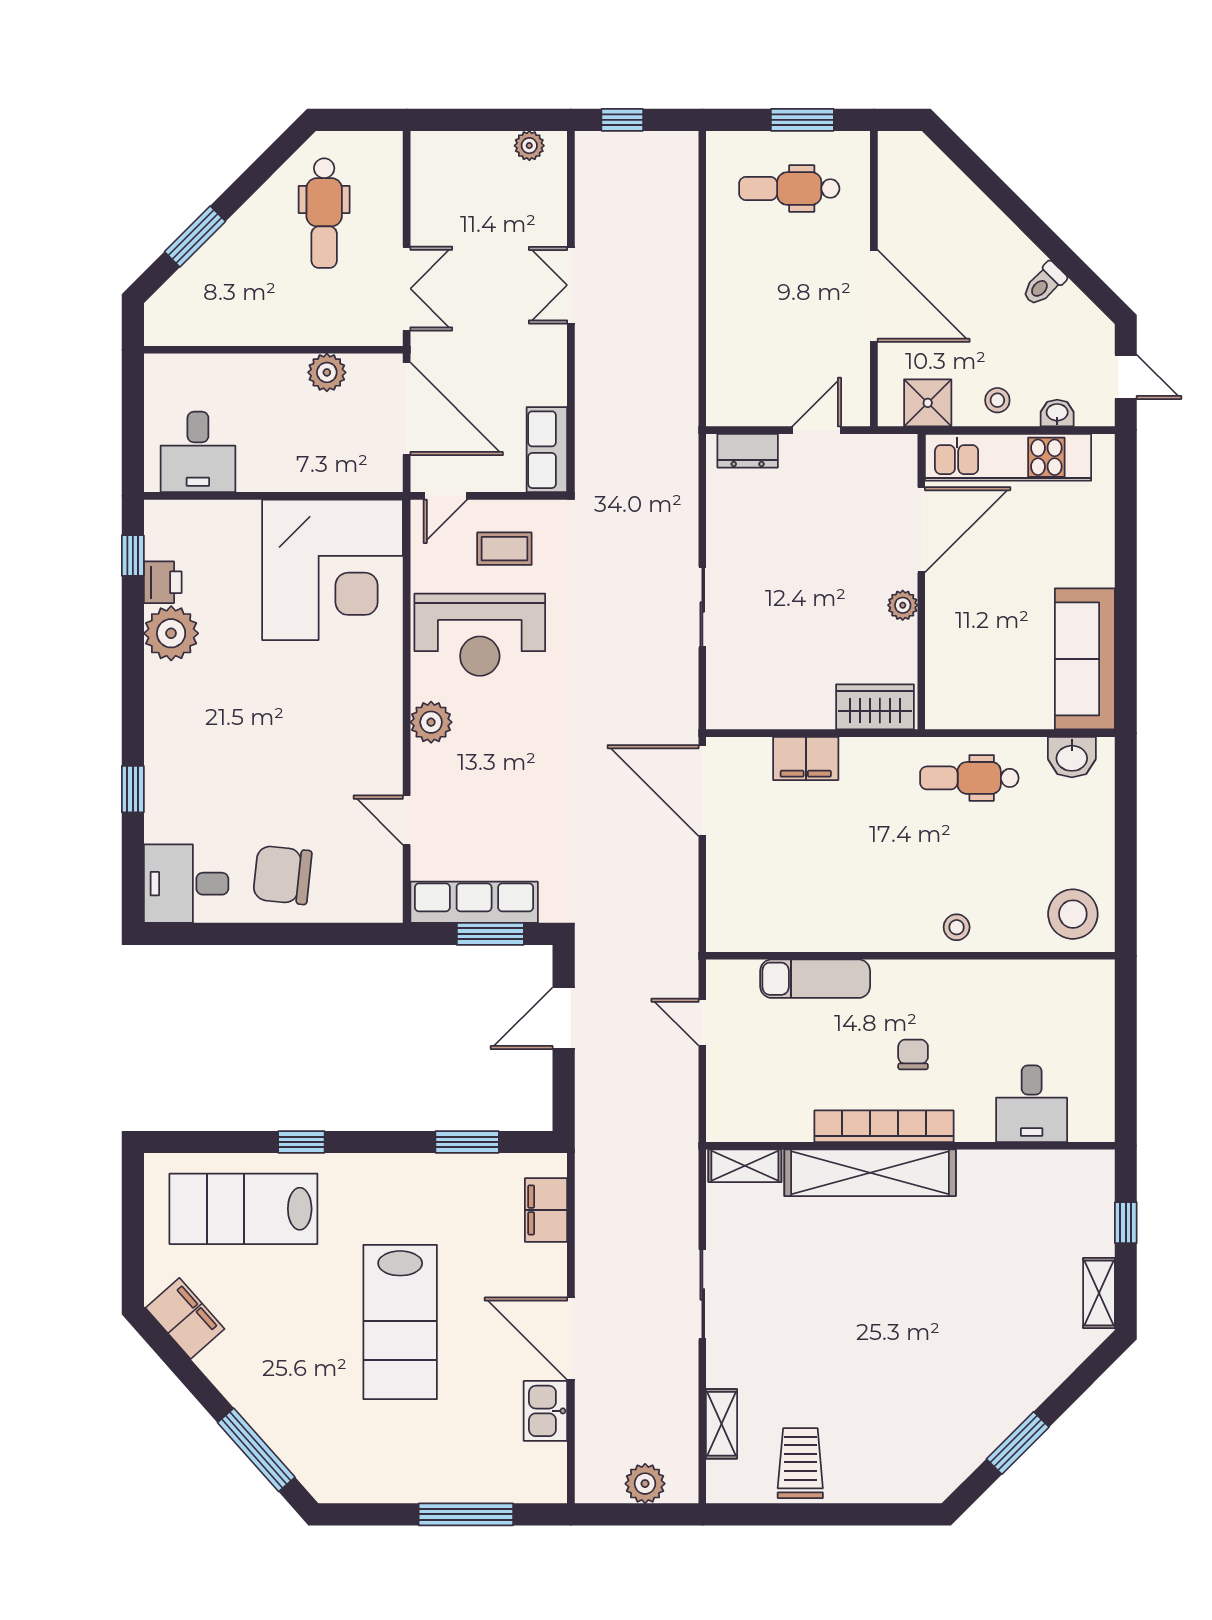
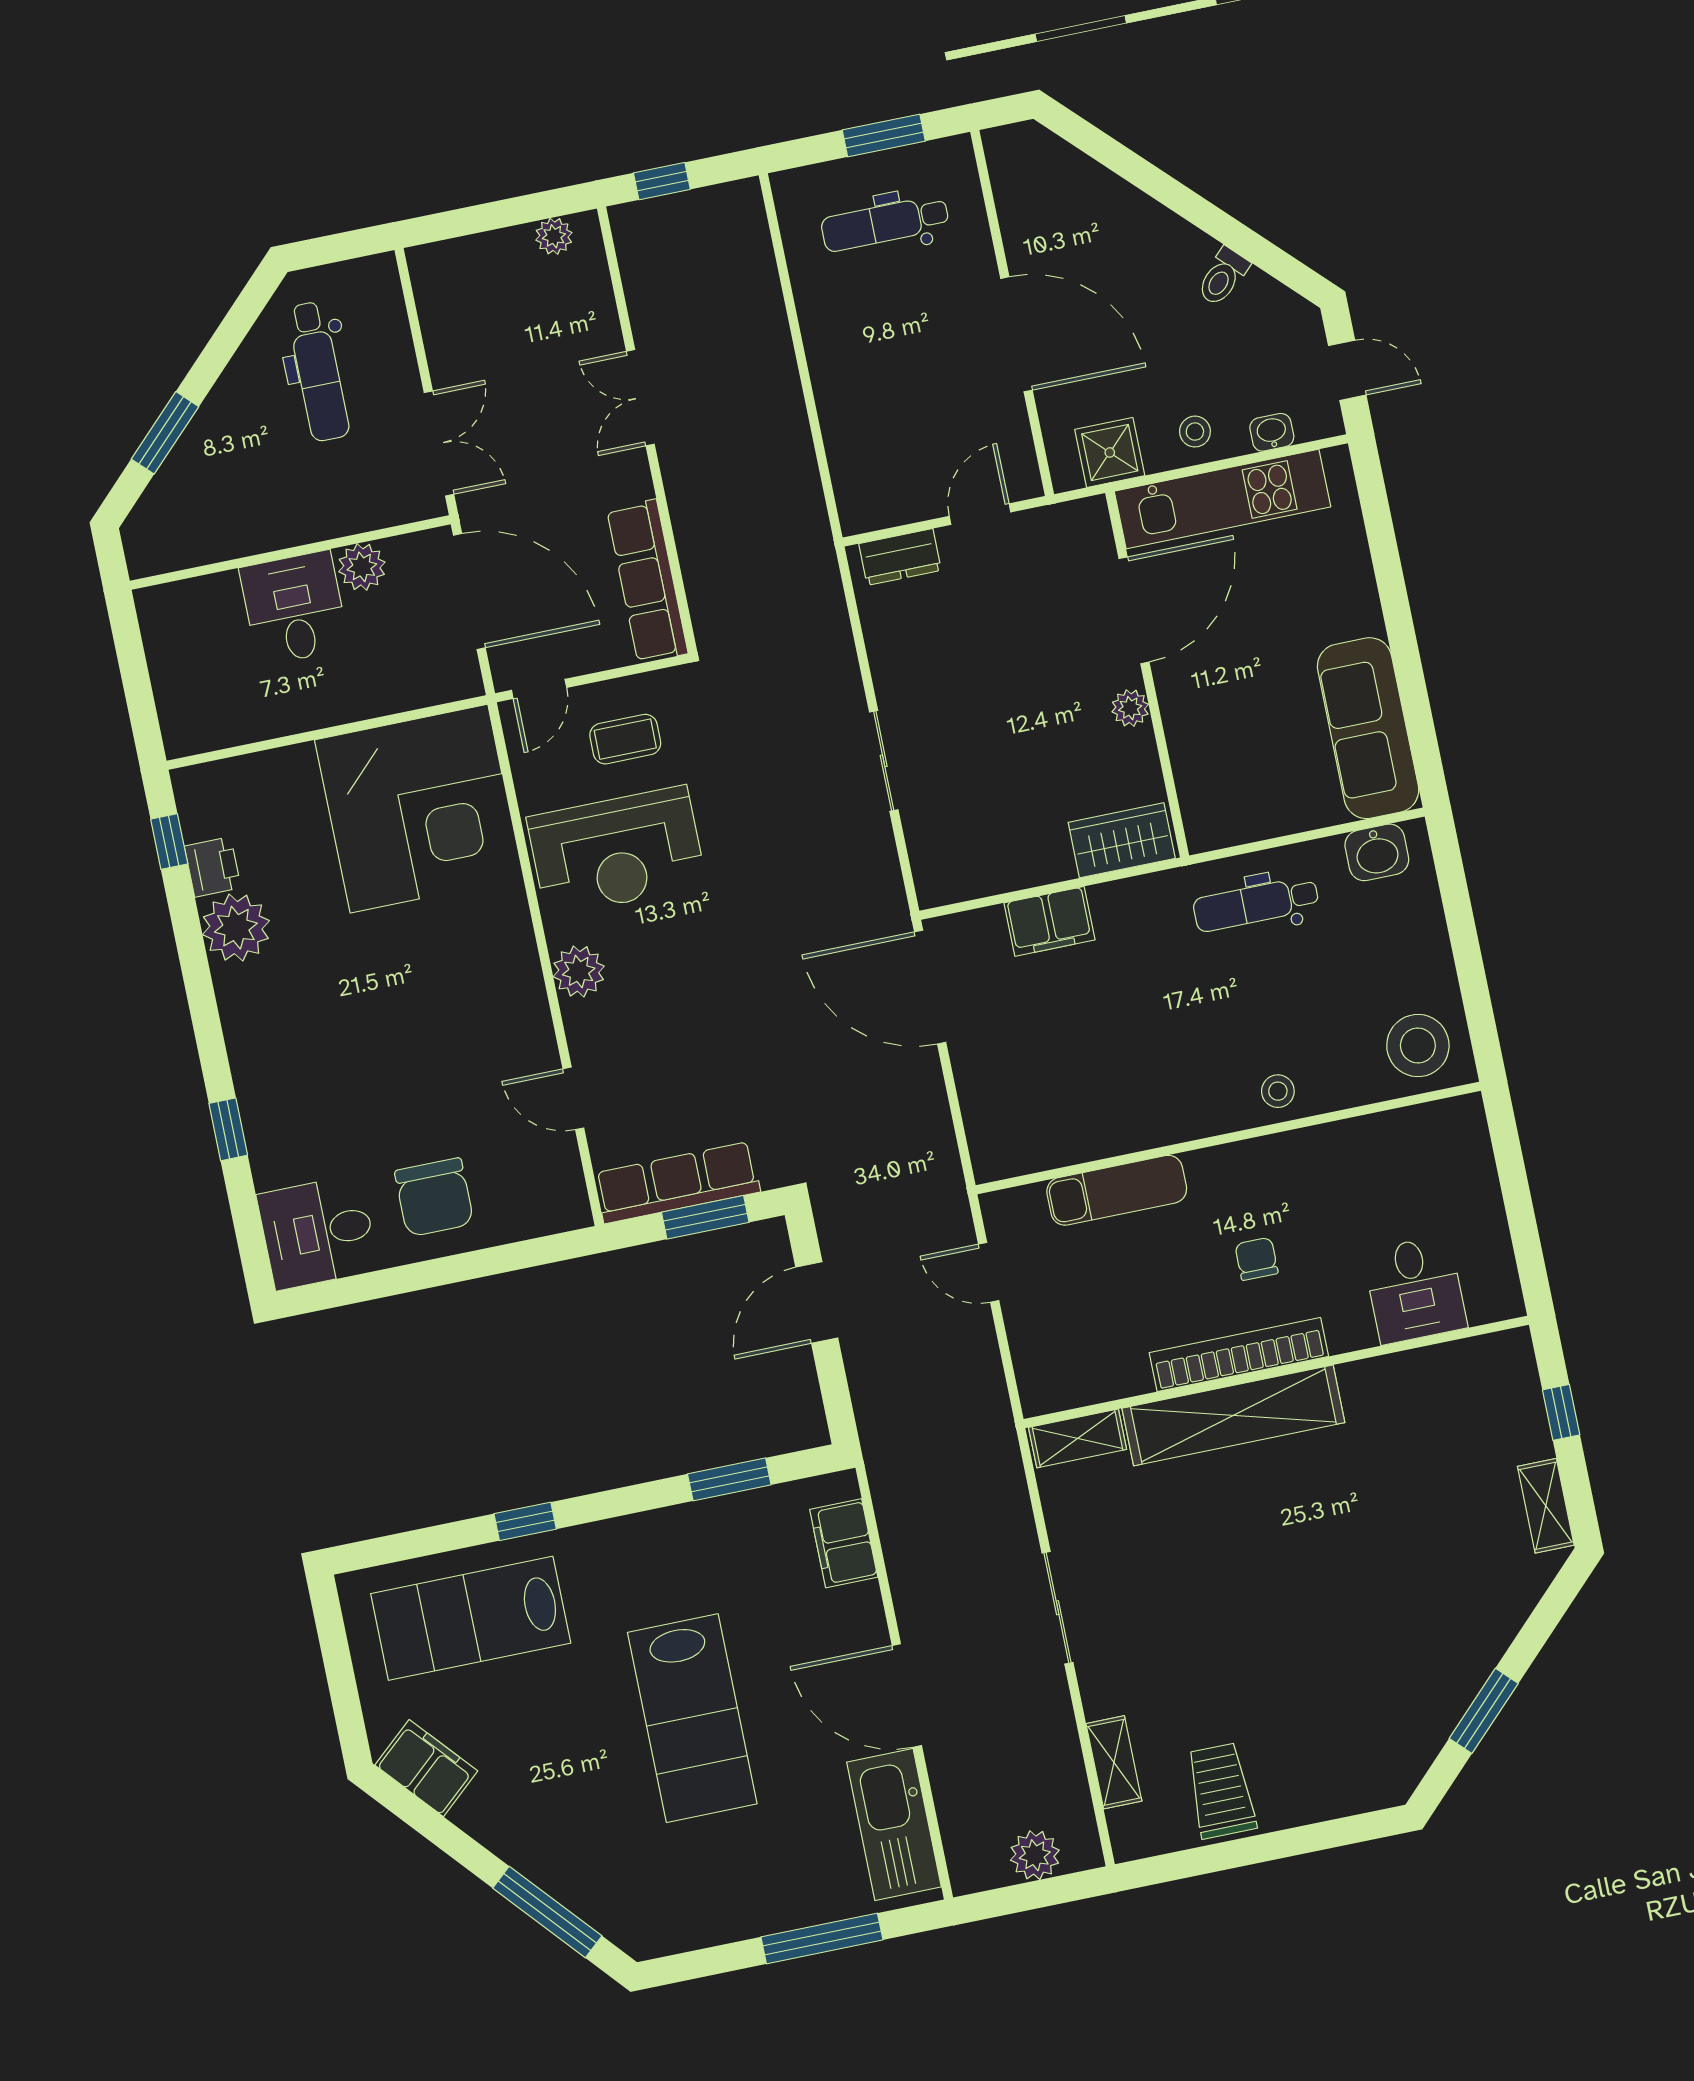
row of seats: (547, 450) -> (647, 581), width x1.48
desk: (198, 452) -> (294, 608), moved, turned 180
chair: (282, 875) -> (434, 1197), turned -96
kitchen sink: (545, 1411) -> (894, 1825), width x1.87, depth x1.24

